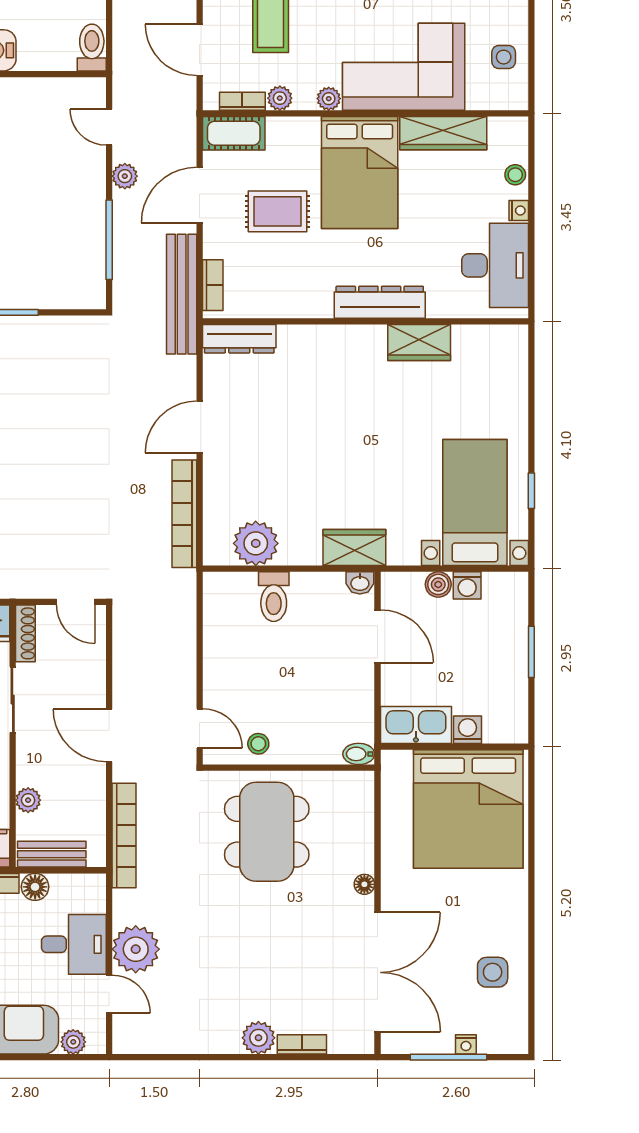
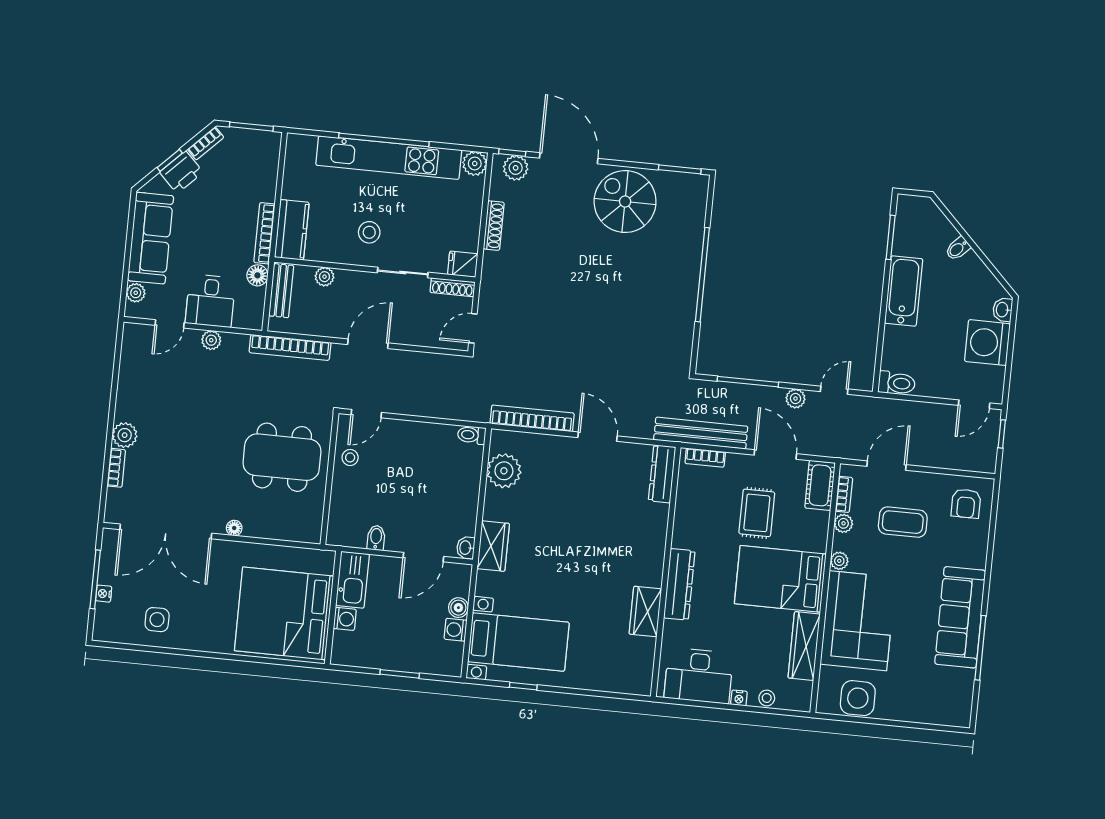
side table: (504, 57) -> (858, 698), width x1.87, depth x1.87
toilet: (274, 597) -> (472, 435), moved, width x0.73, depth x0.72
bidet: (359, 754) -> (376, 538), moved
plant: (136, 949) -> (211, 340), width x0.53, depth x0.53

